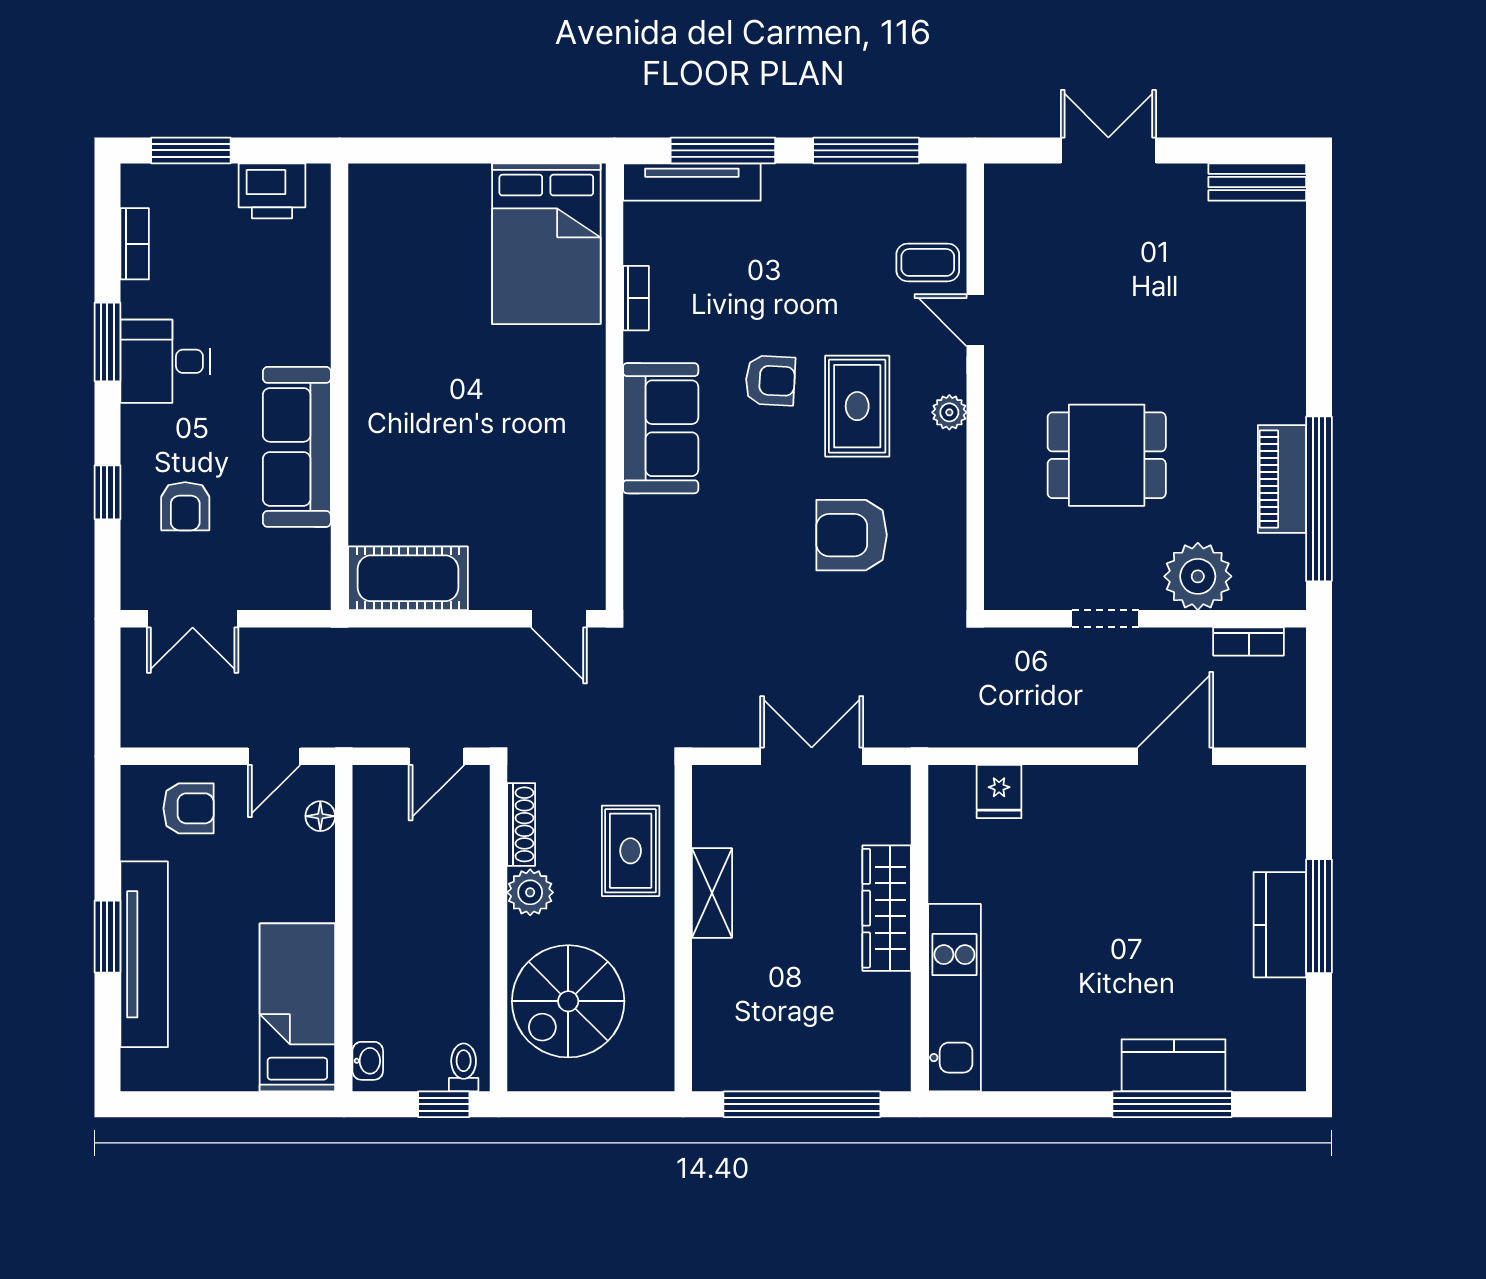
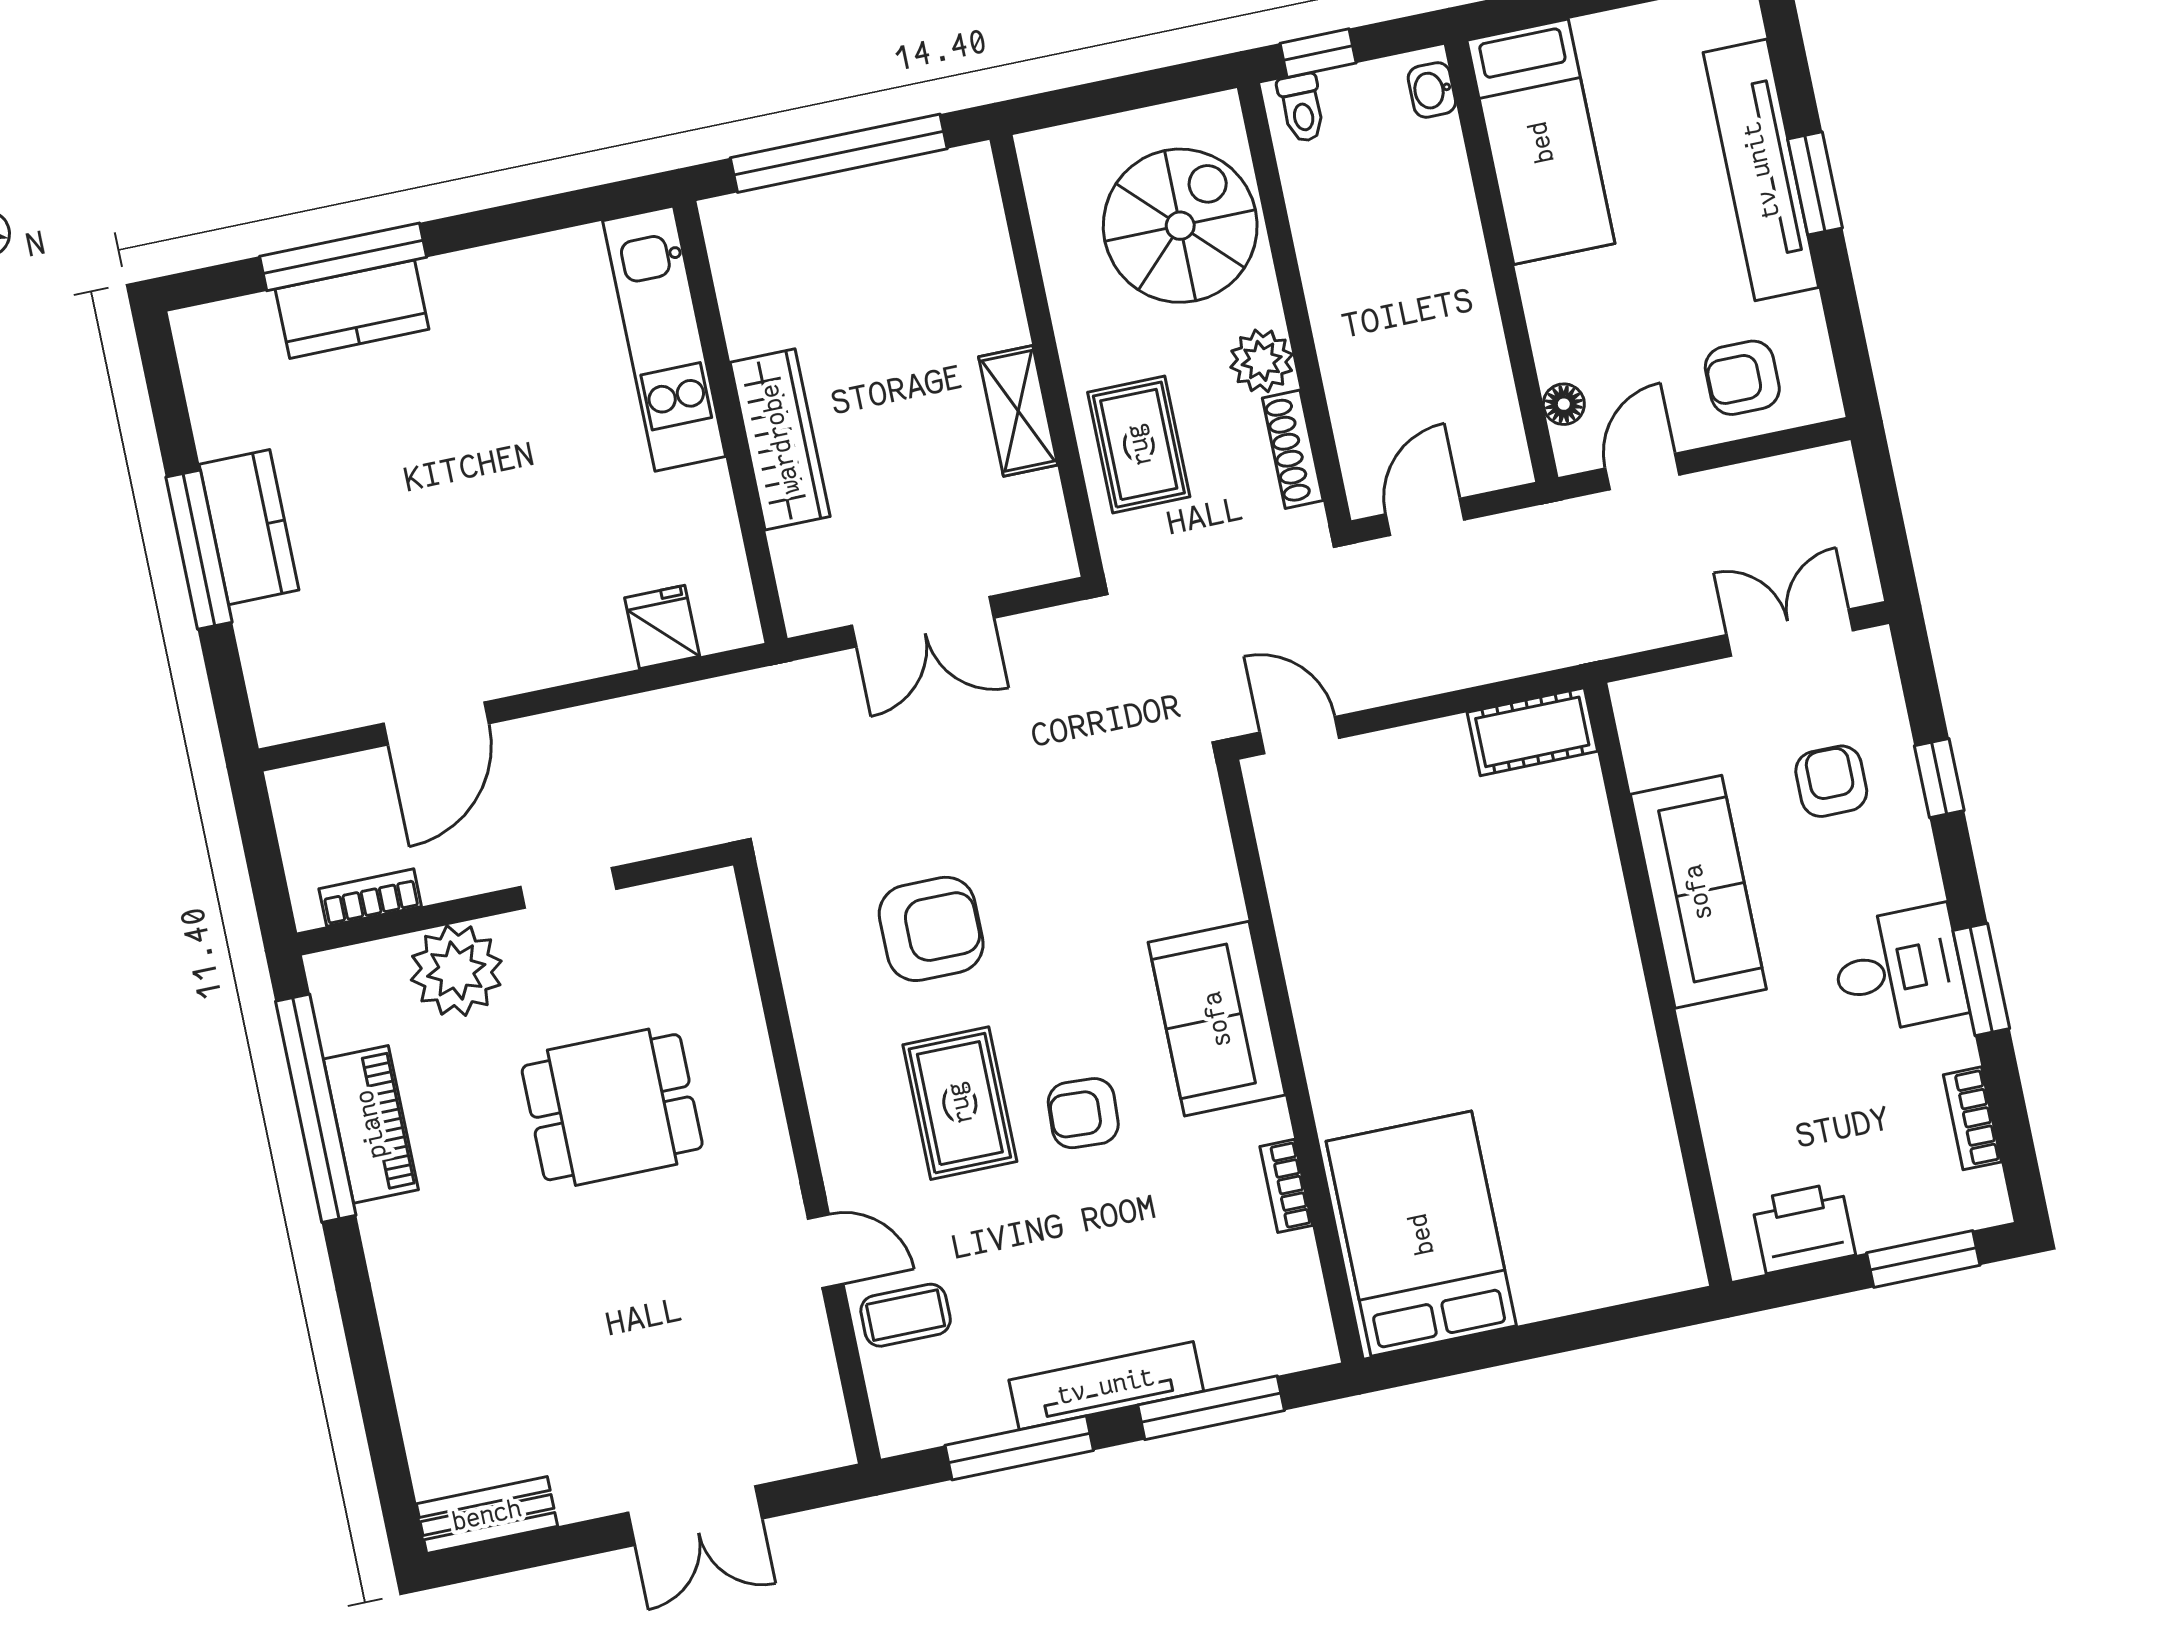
tv unit: (692, 182) -> (1106, 1386), moved
plant: (949, 412) -> (835, 1121), removed
cot: (408, 578) -> (1532, 732), width x0.73, depth x0.75

